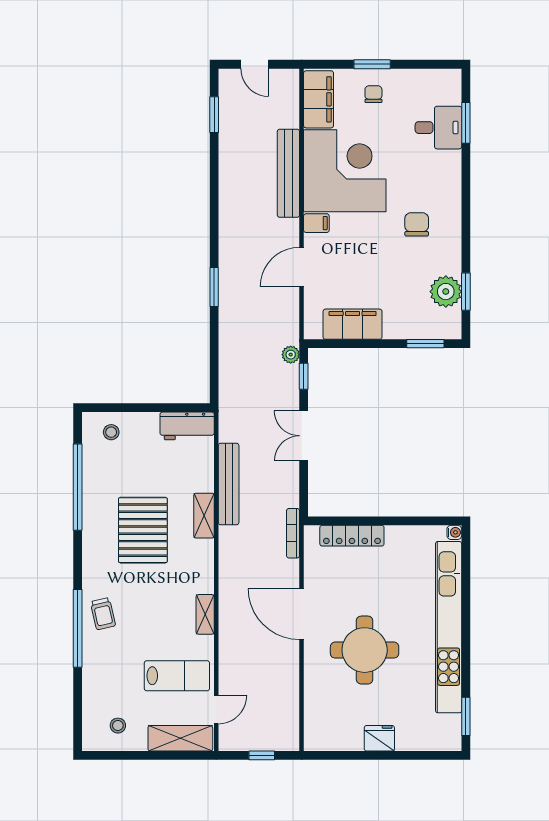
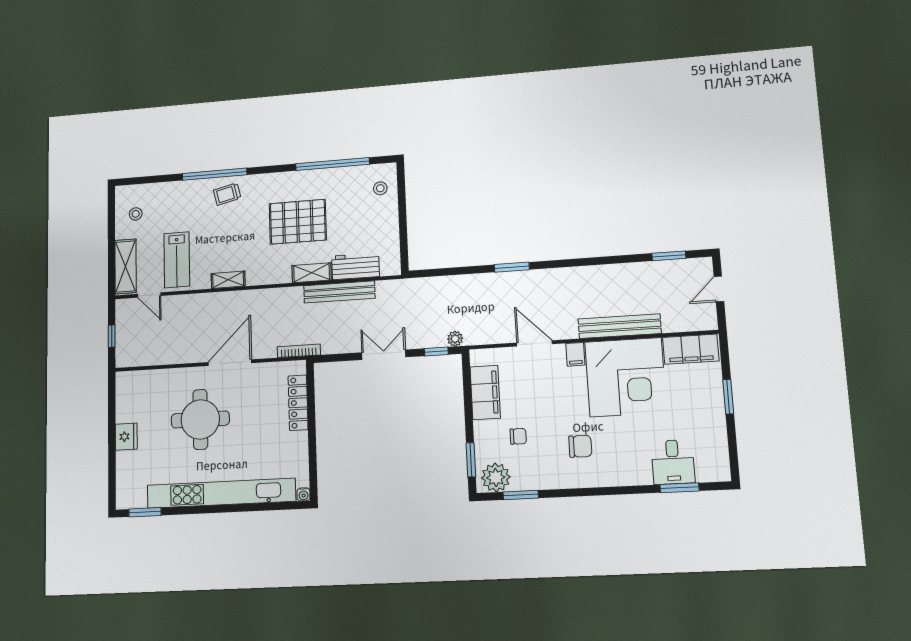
chair: (373, 94) -> (518, 436), moved
plant: (446, 292) -> (496, 477), moved
workbench: (187, 426) -> (355, 266), moved, turned 90

